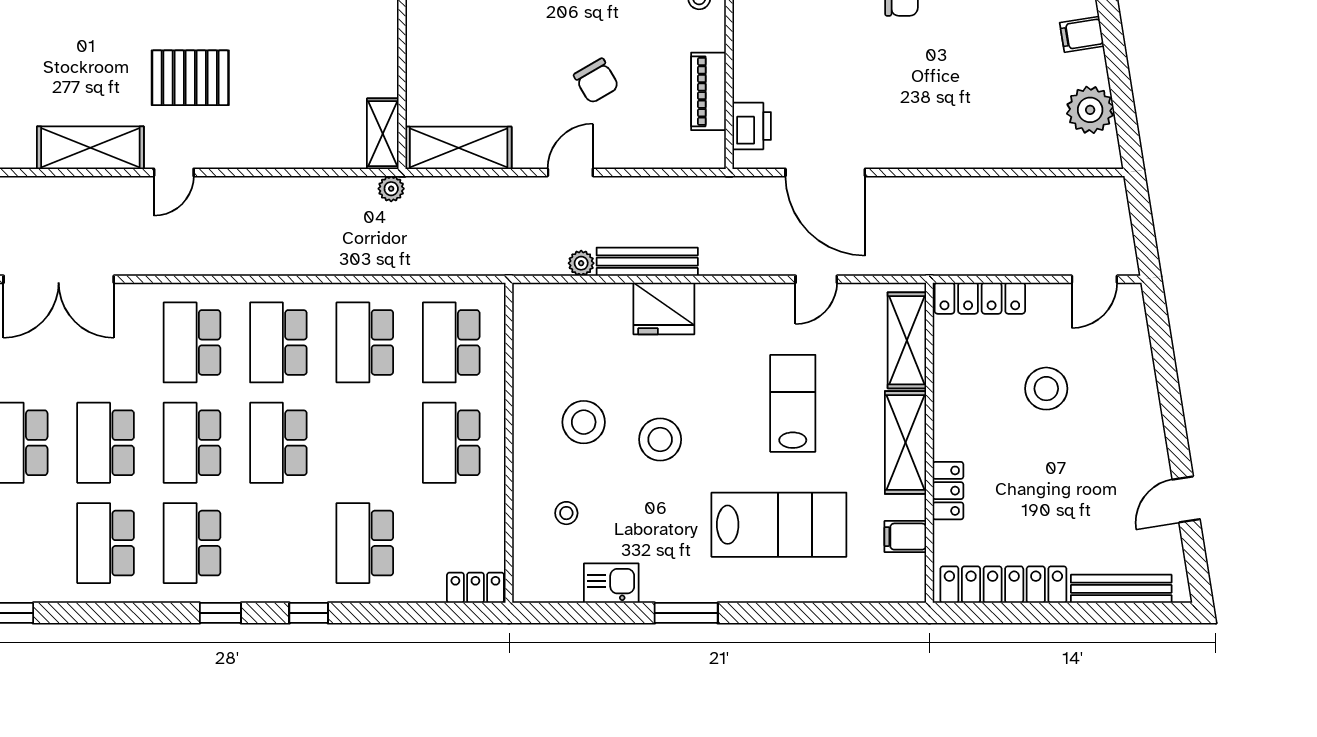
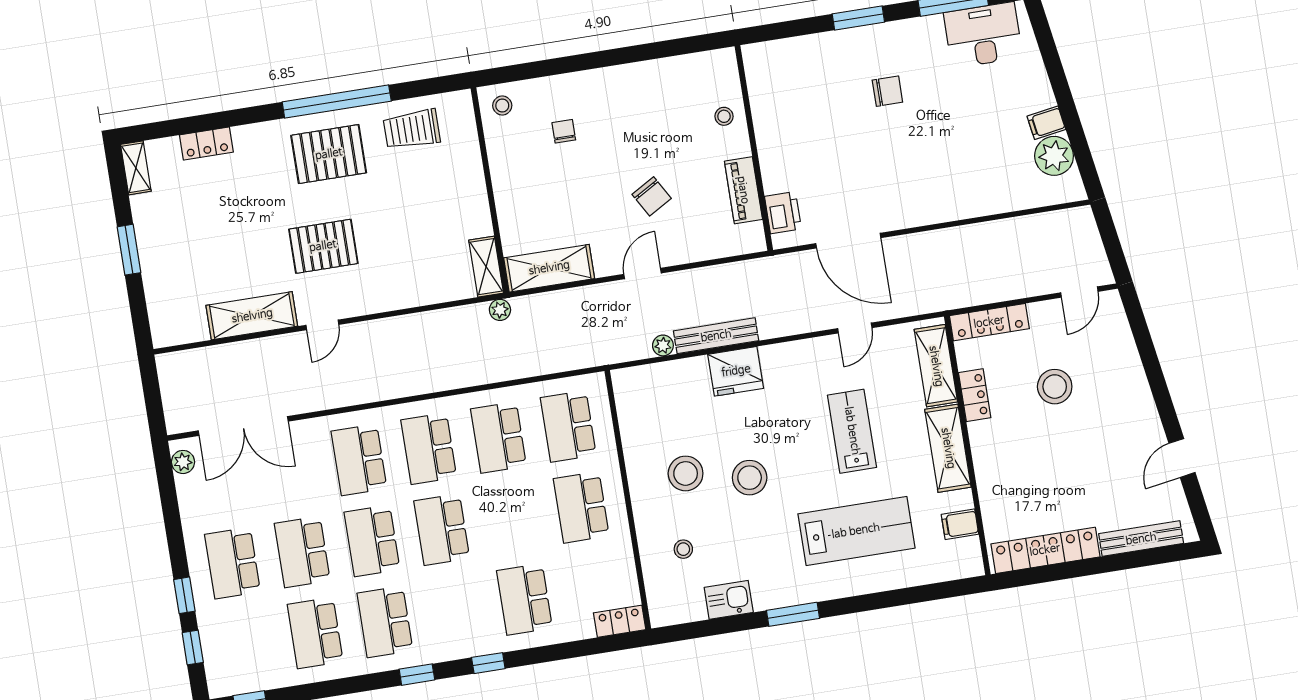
filing cabinet: (1082, 34) -> (1046, 123), moved
locker: (948, 491) -> (975, 395), moved

